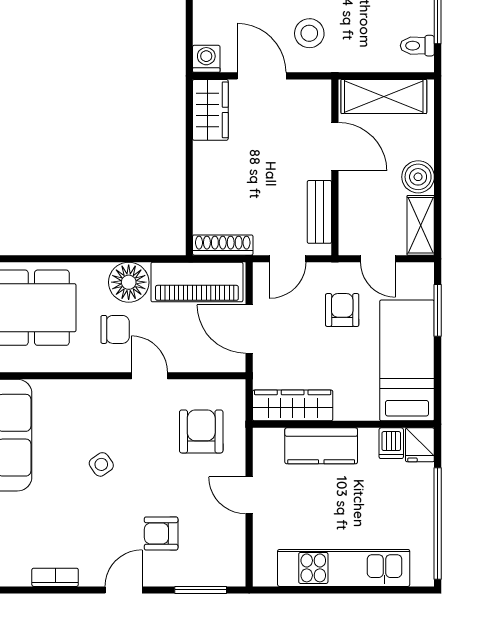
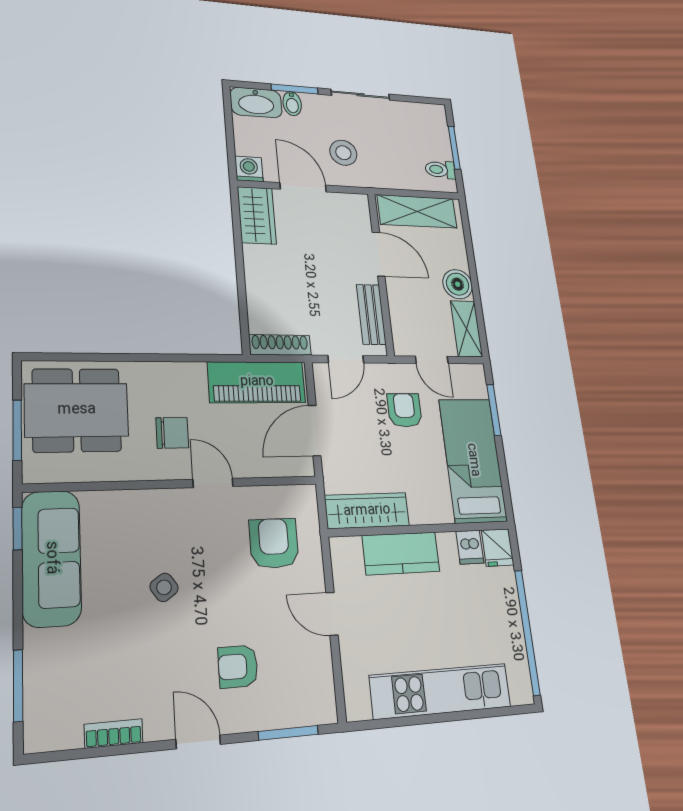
floor lamp: (129, 282) -> (184, 382), removed
door: (249, 329) -> (315, 431), hinge flipped
door: (124, 590) -> (198, 742), hinge flipped

